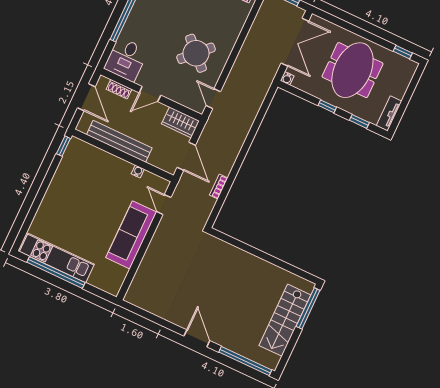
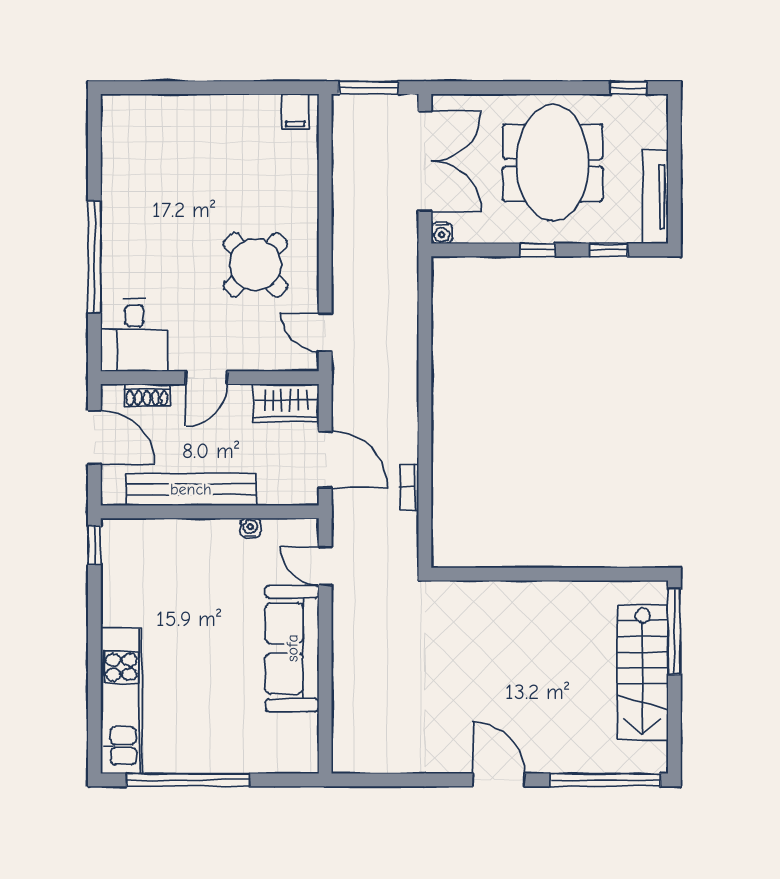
tv unit: (389, 113) -> (655, 197), width x1.41
kitchen unit: (57, 258) -> (121, 701), moved, turned 90

